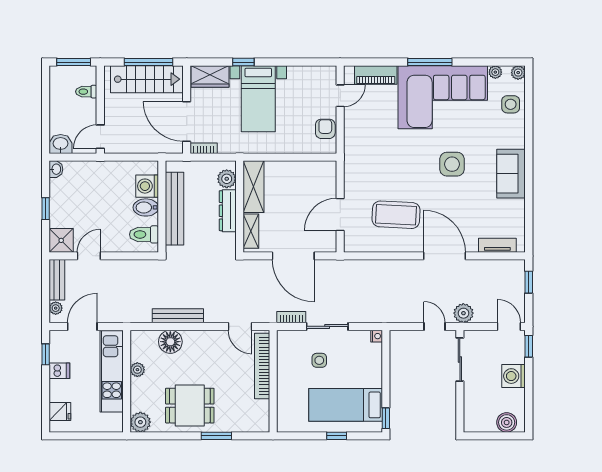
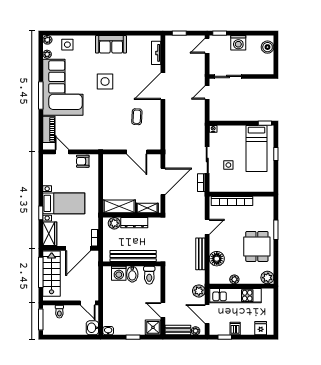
coffee table: (396, 215) -> (137, 117), width x0.54, depth x0.58
plant: (463, 313) -> (199, 291), moved
door: (240, 326) -> (207, 227), moved

